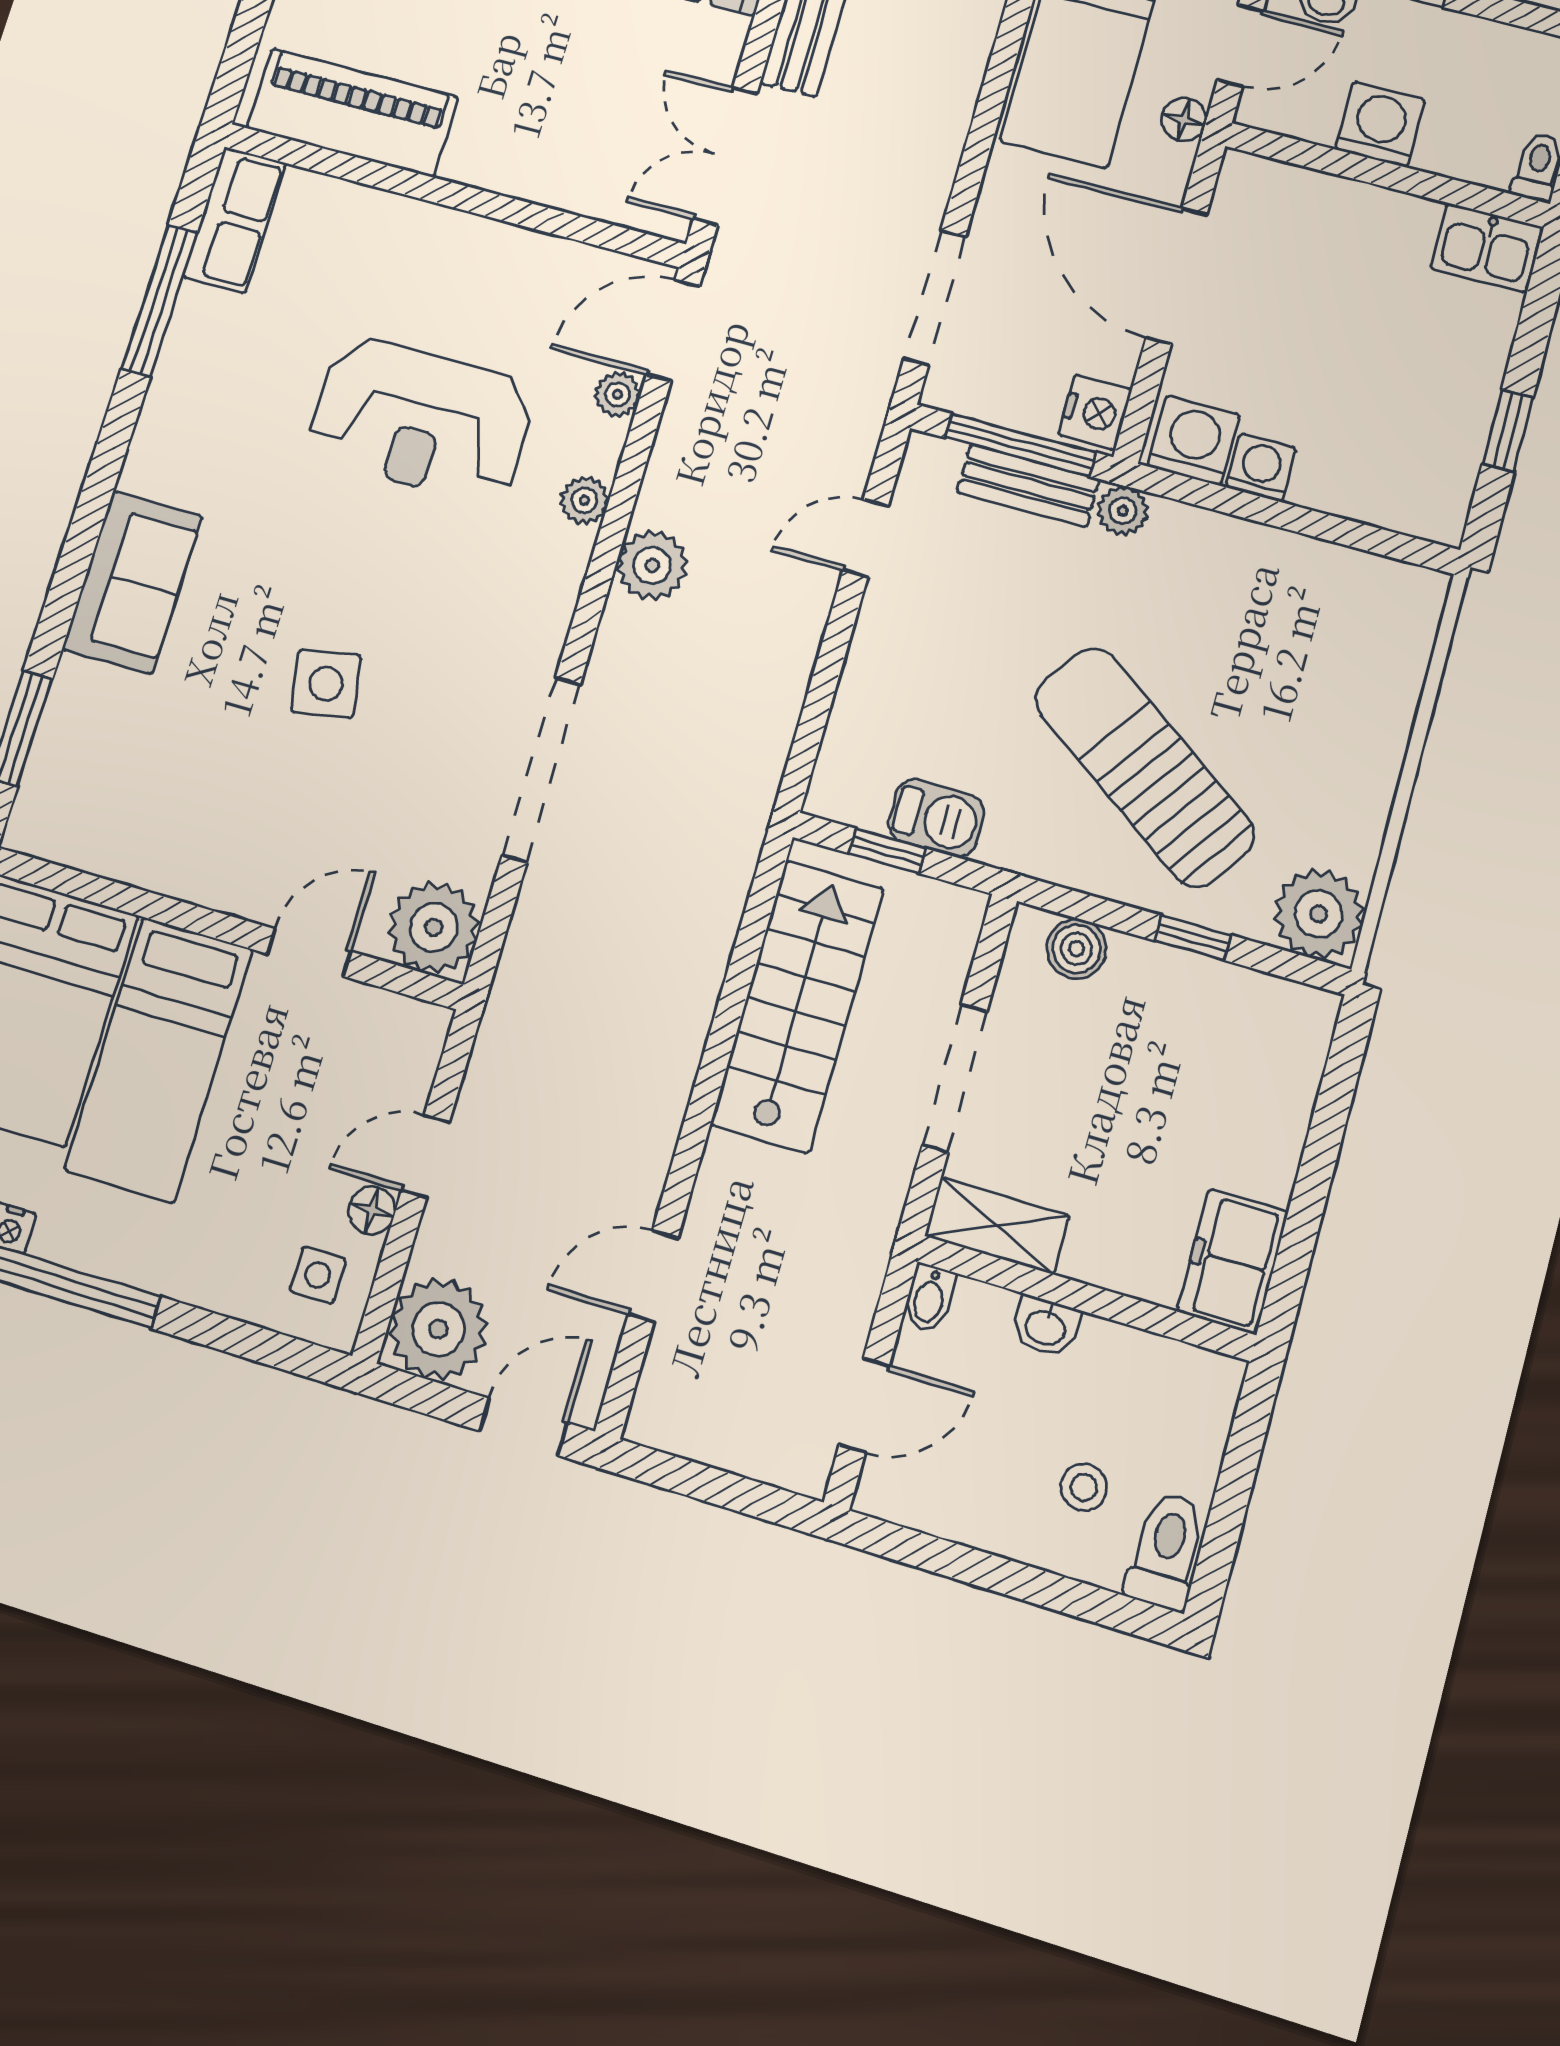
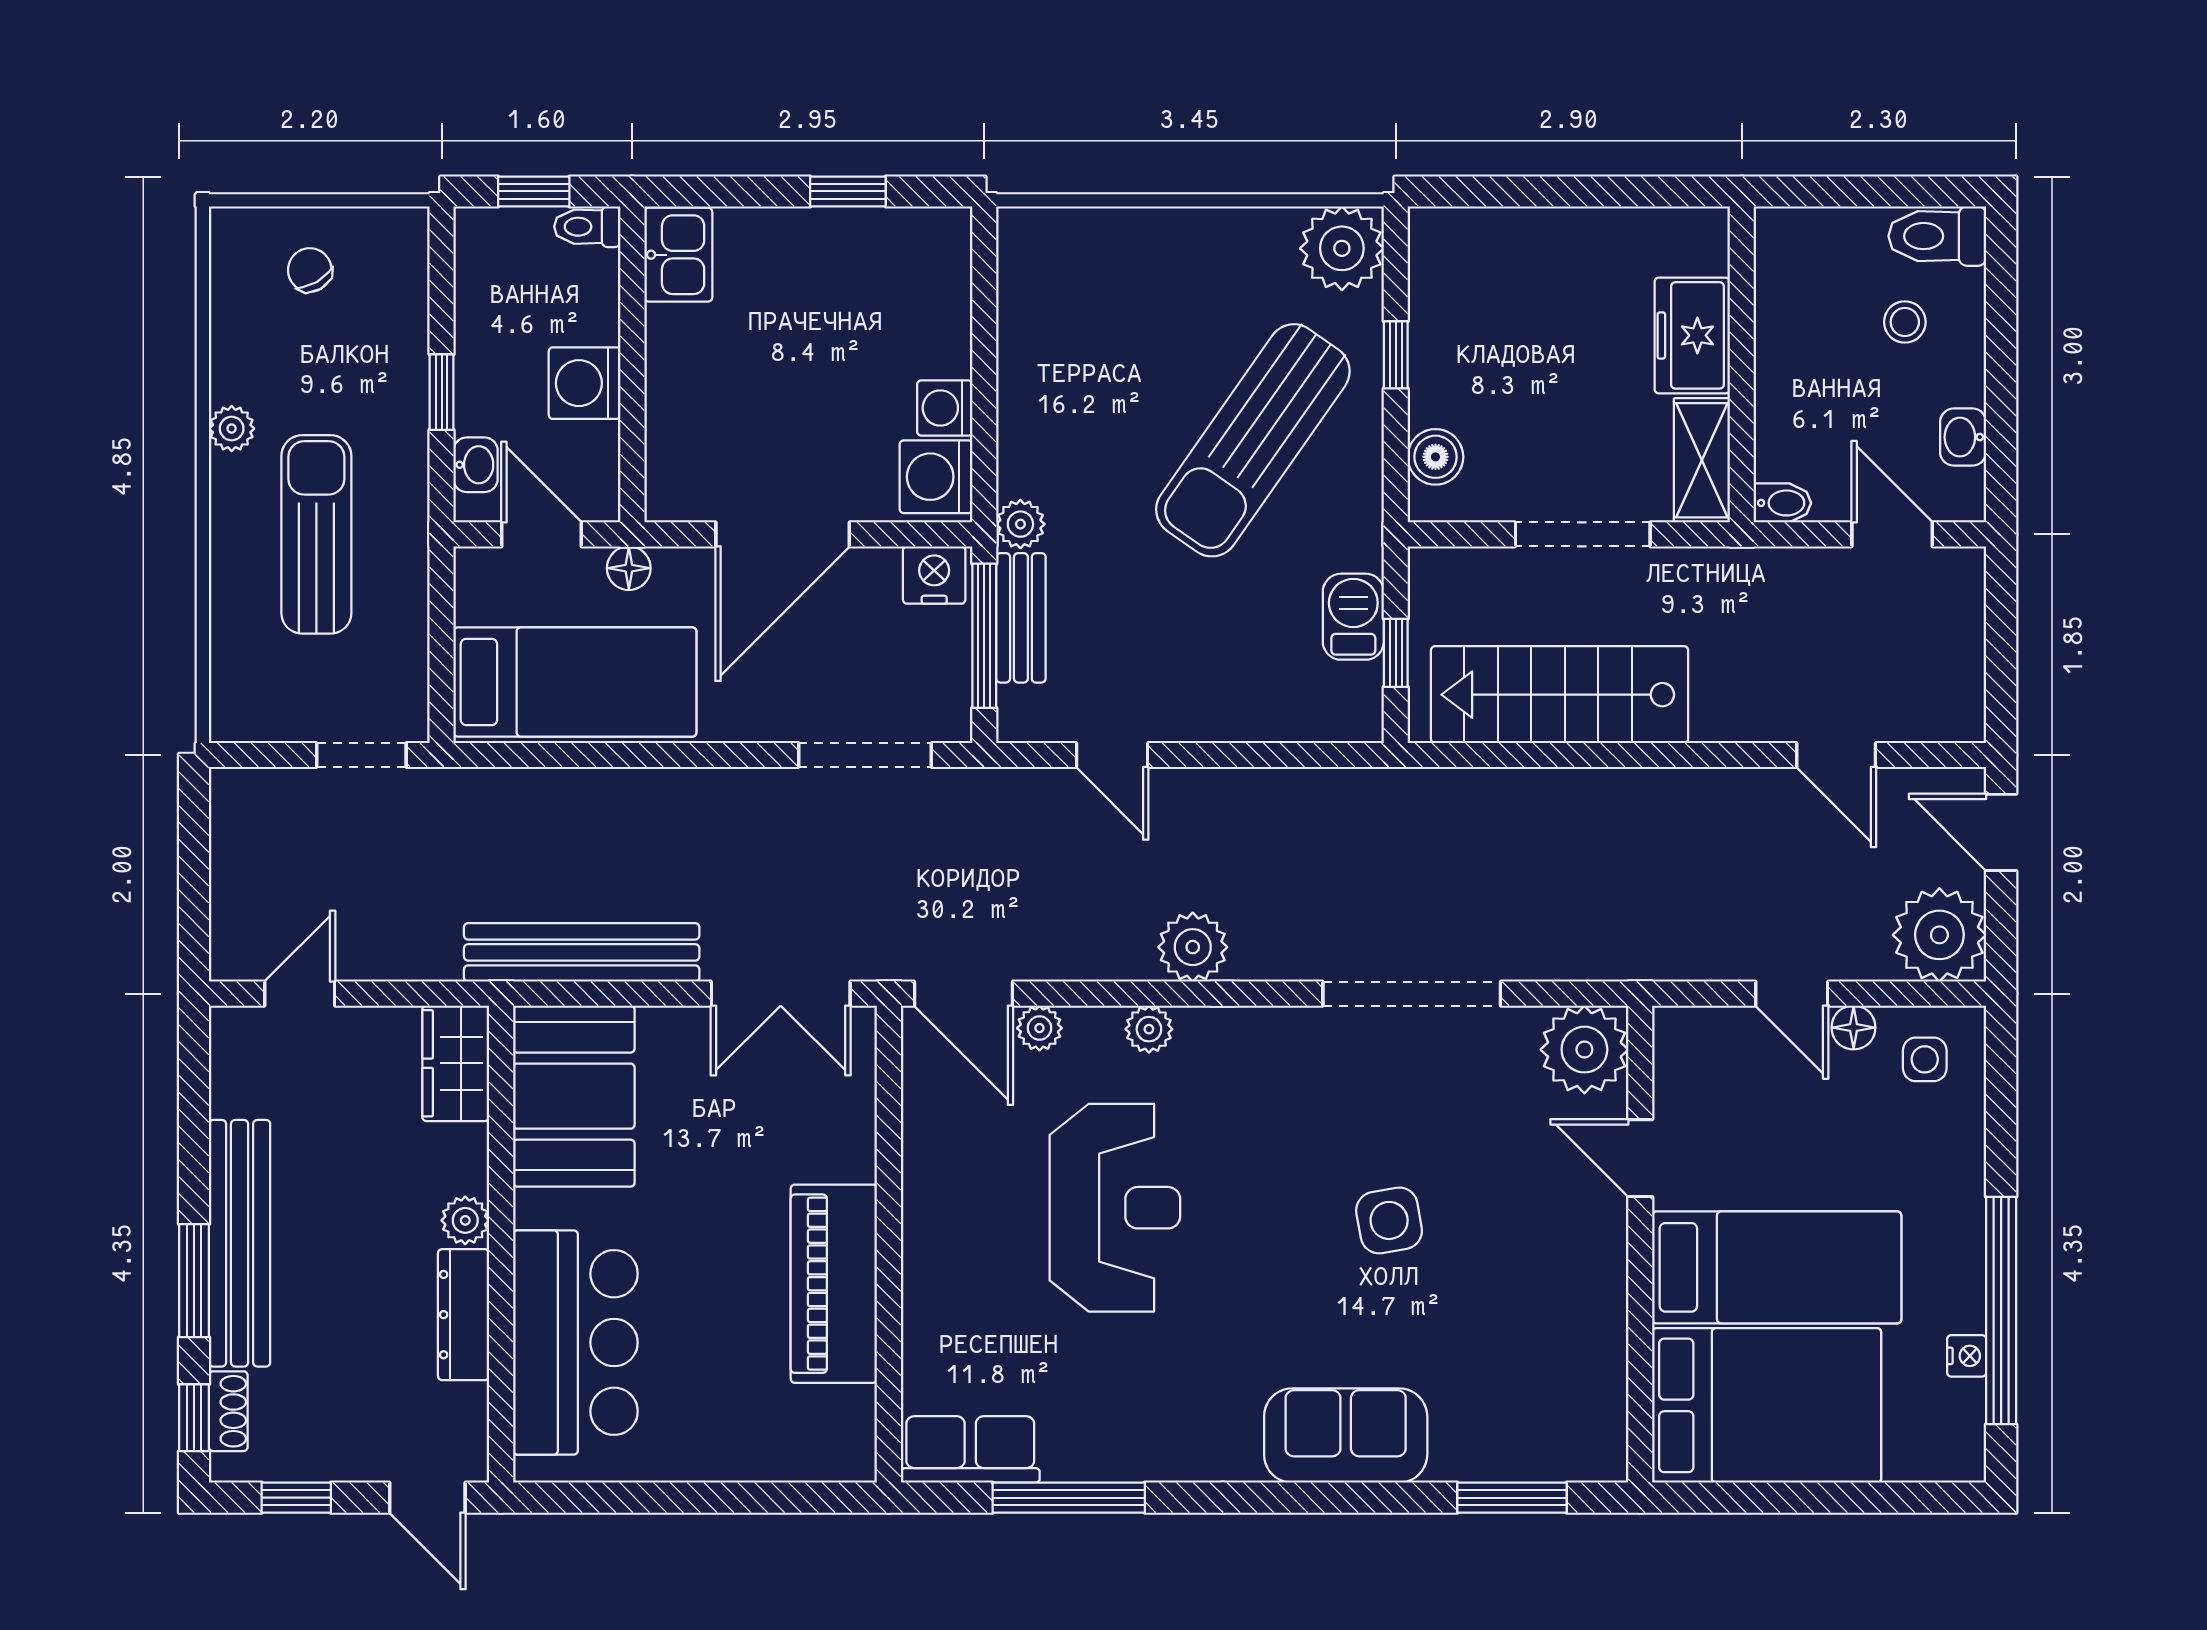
piano: (352, 113) -> (834, 1284), moved
freezer: (1233, 1262) -> (1692, 335), moved, turned 90
washbasin: (1046, 1326) -> (1963, 437), moved, turned 180

